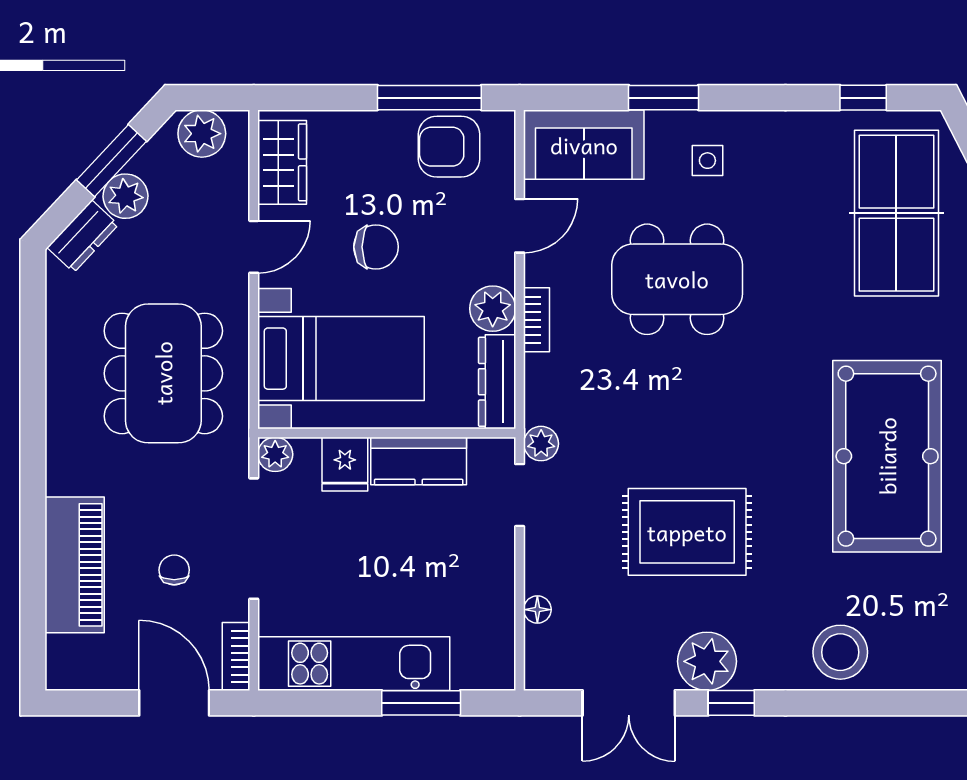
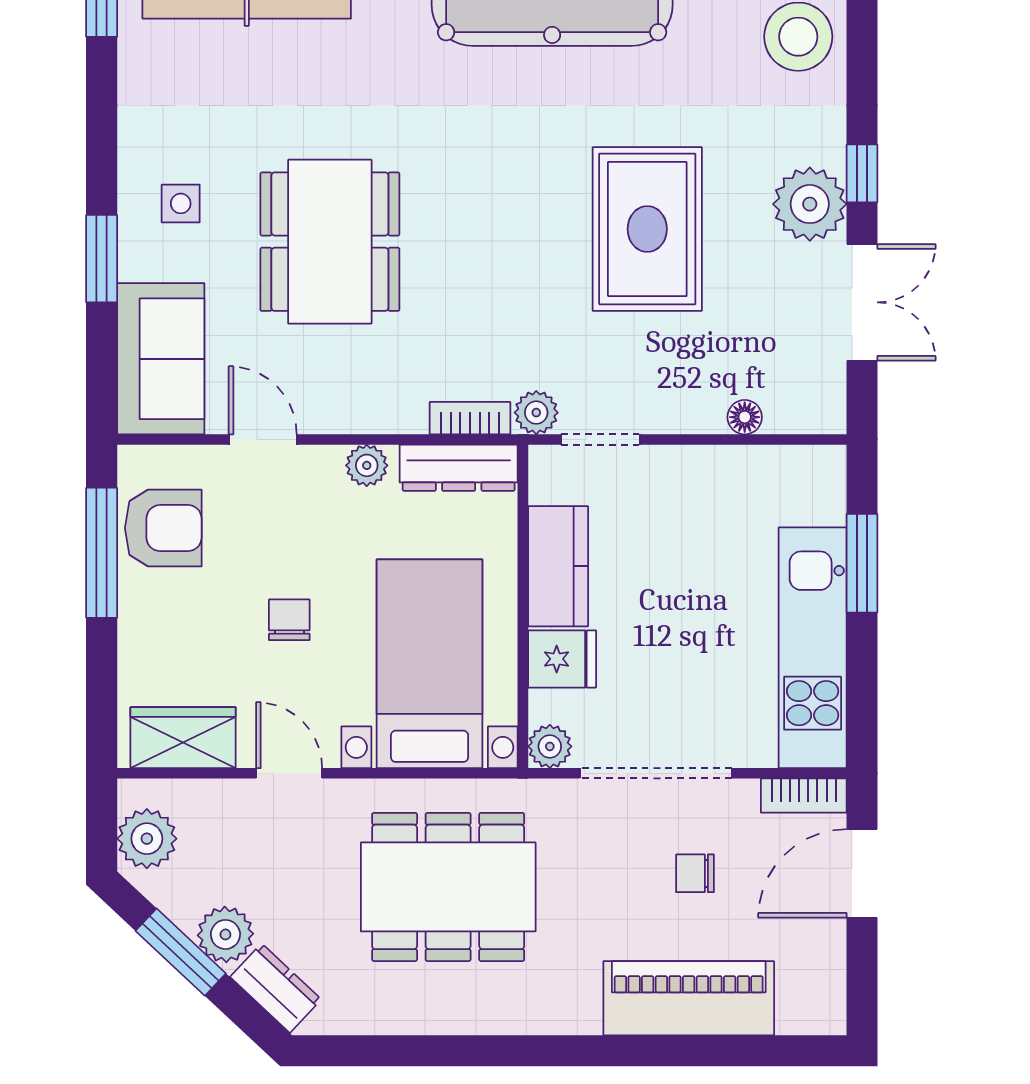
armchair: (449, 147) -> (163, 528), turned -90
chair: (376, 247) -> (289, 620), width x0.73, depth x0.73
plant: (493, 309) -> (367, 465), width x0.73, depth x0.73
bookcase: (537, 320) -> (470, 418), moved

